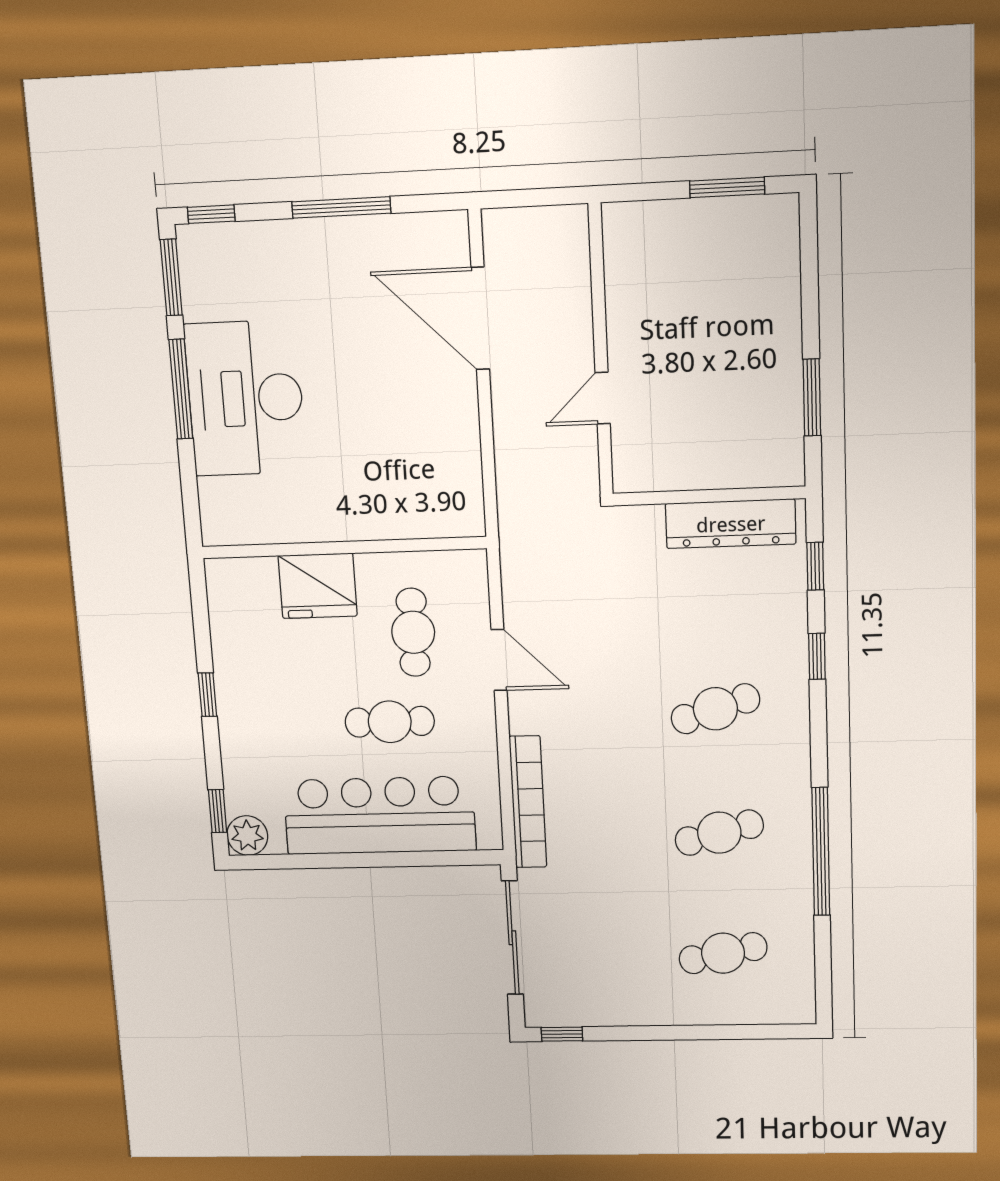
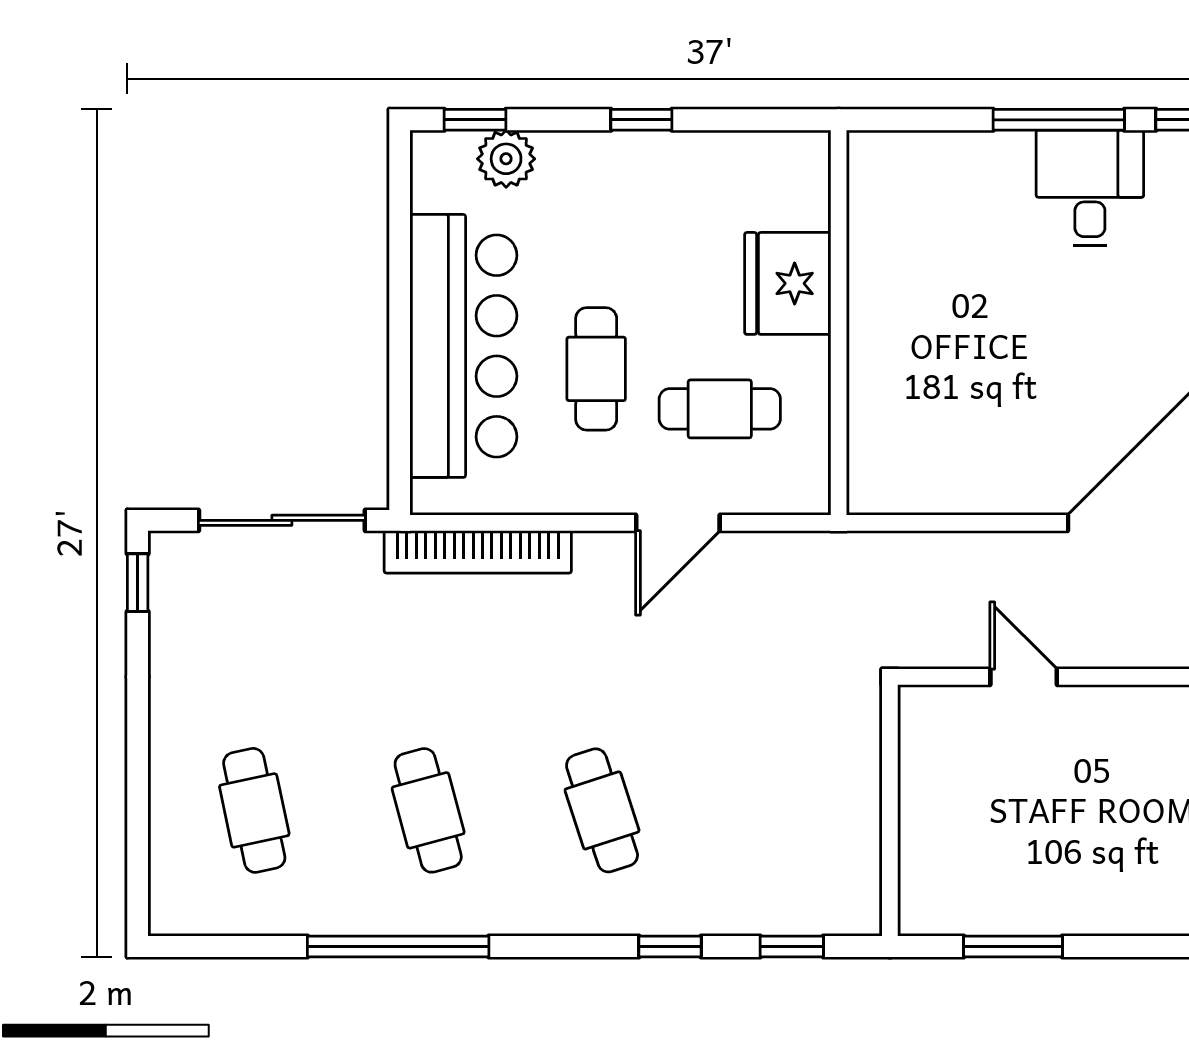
desk: (245, 398) -> (1090, 188), width x0.53, depth x0.77
dresser: (731, 524) -> (852, 838), removed
plant: (247, 836) -> (506, 159), moved

